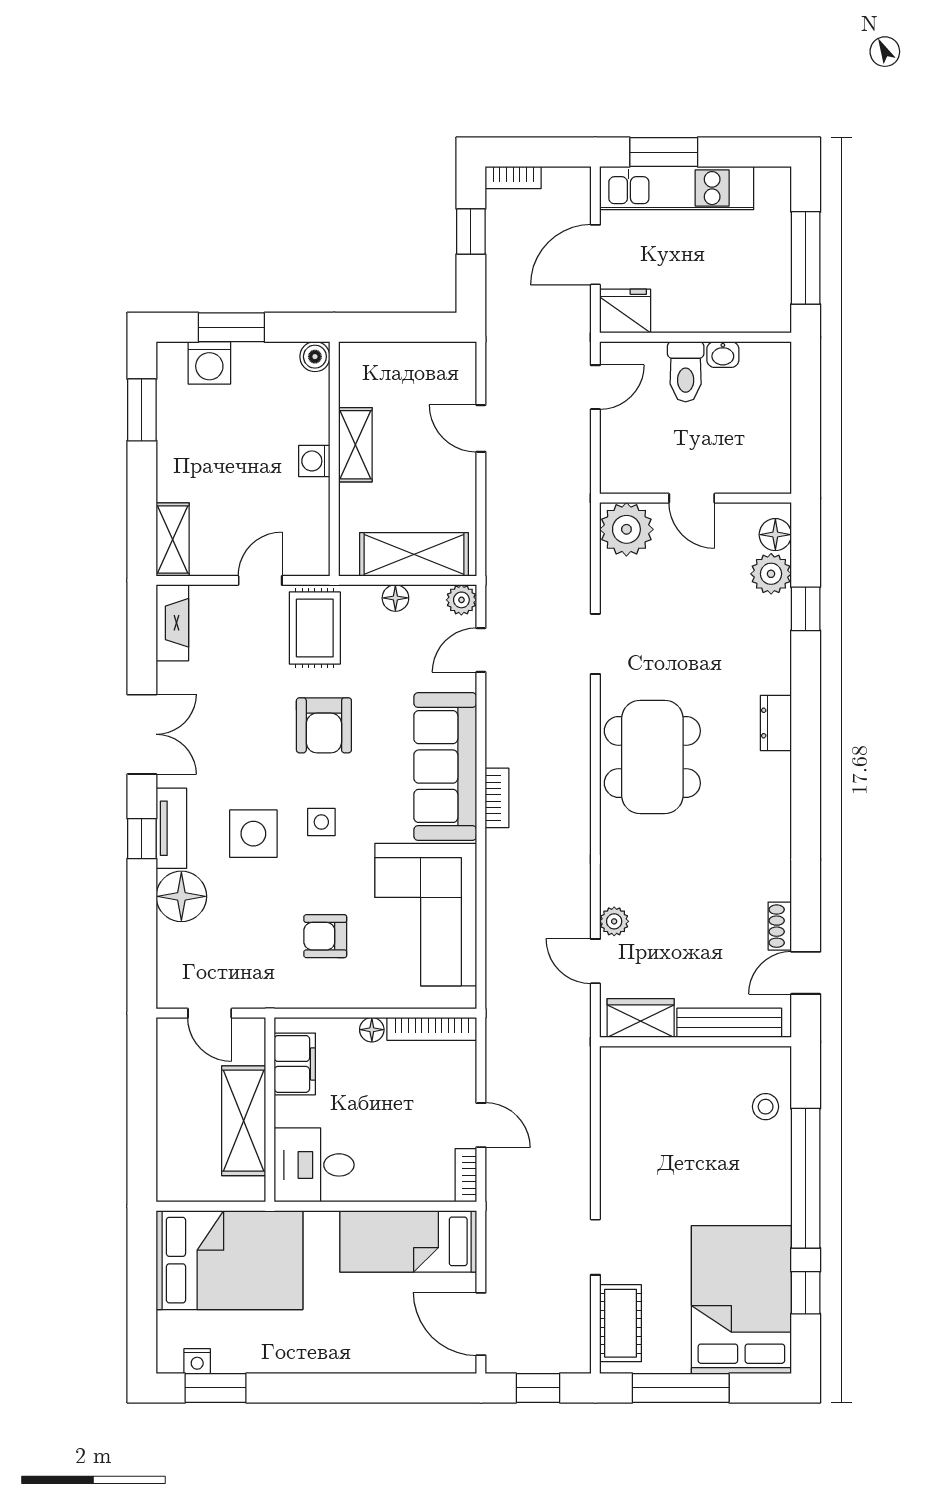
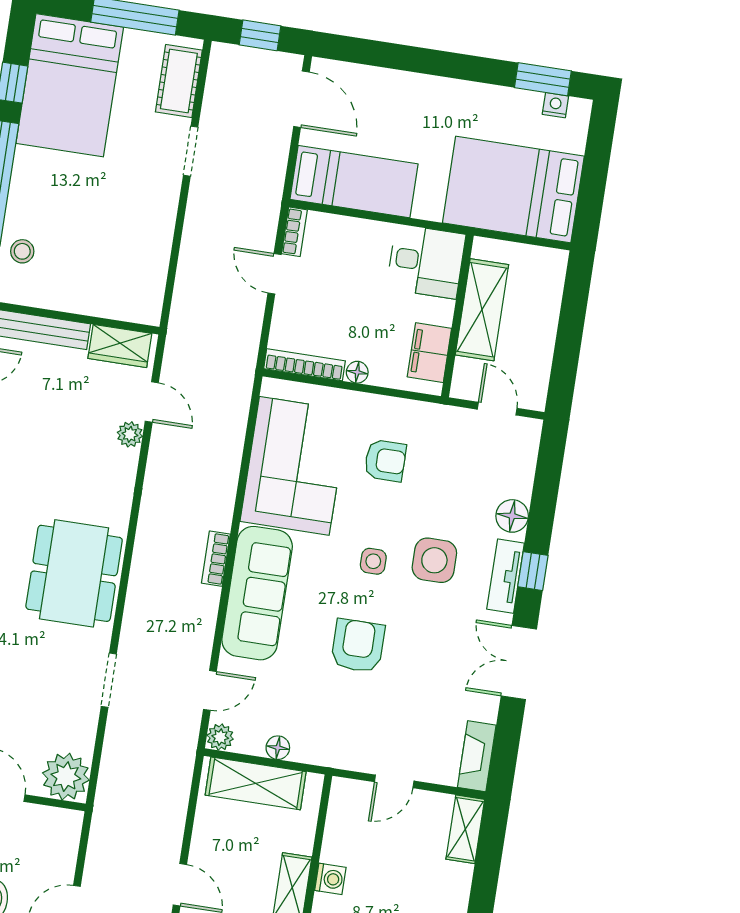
rug: (315, 628) -> (353, 732), removed
floor lamp: (181, 896) -> (512, 516), width x0.73, depth x0.73

